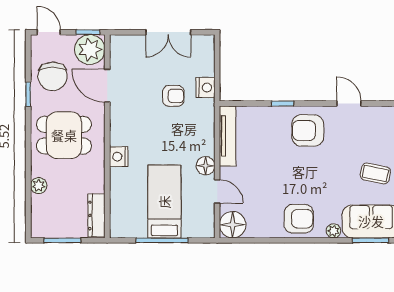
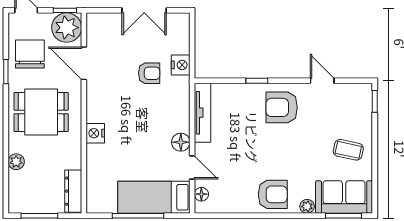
chair: (53, 76) -> (30, 54), turned 180
bed: (164, 202) -> (154, 197), moved, turned -90
floor lamp: (233, 225) -> (201, 194), width x0.53, depth x0.53

